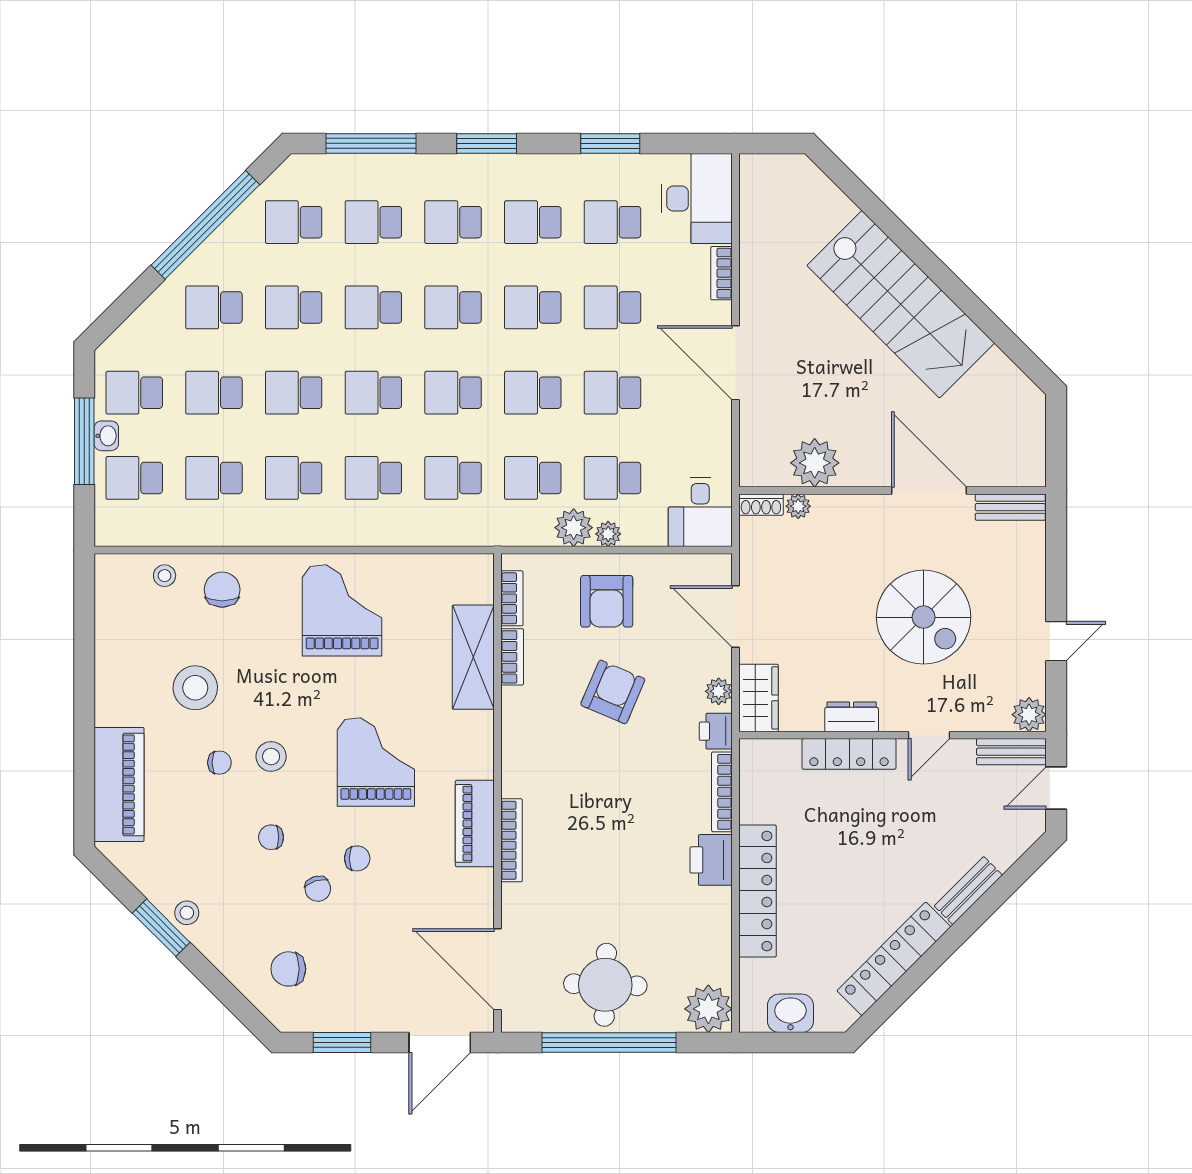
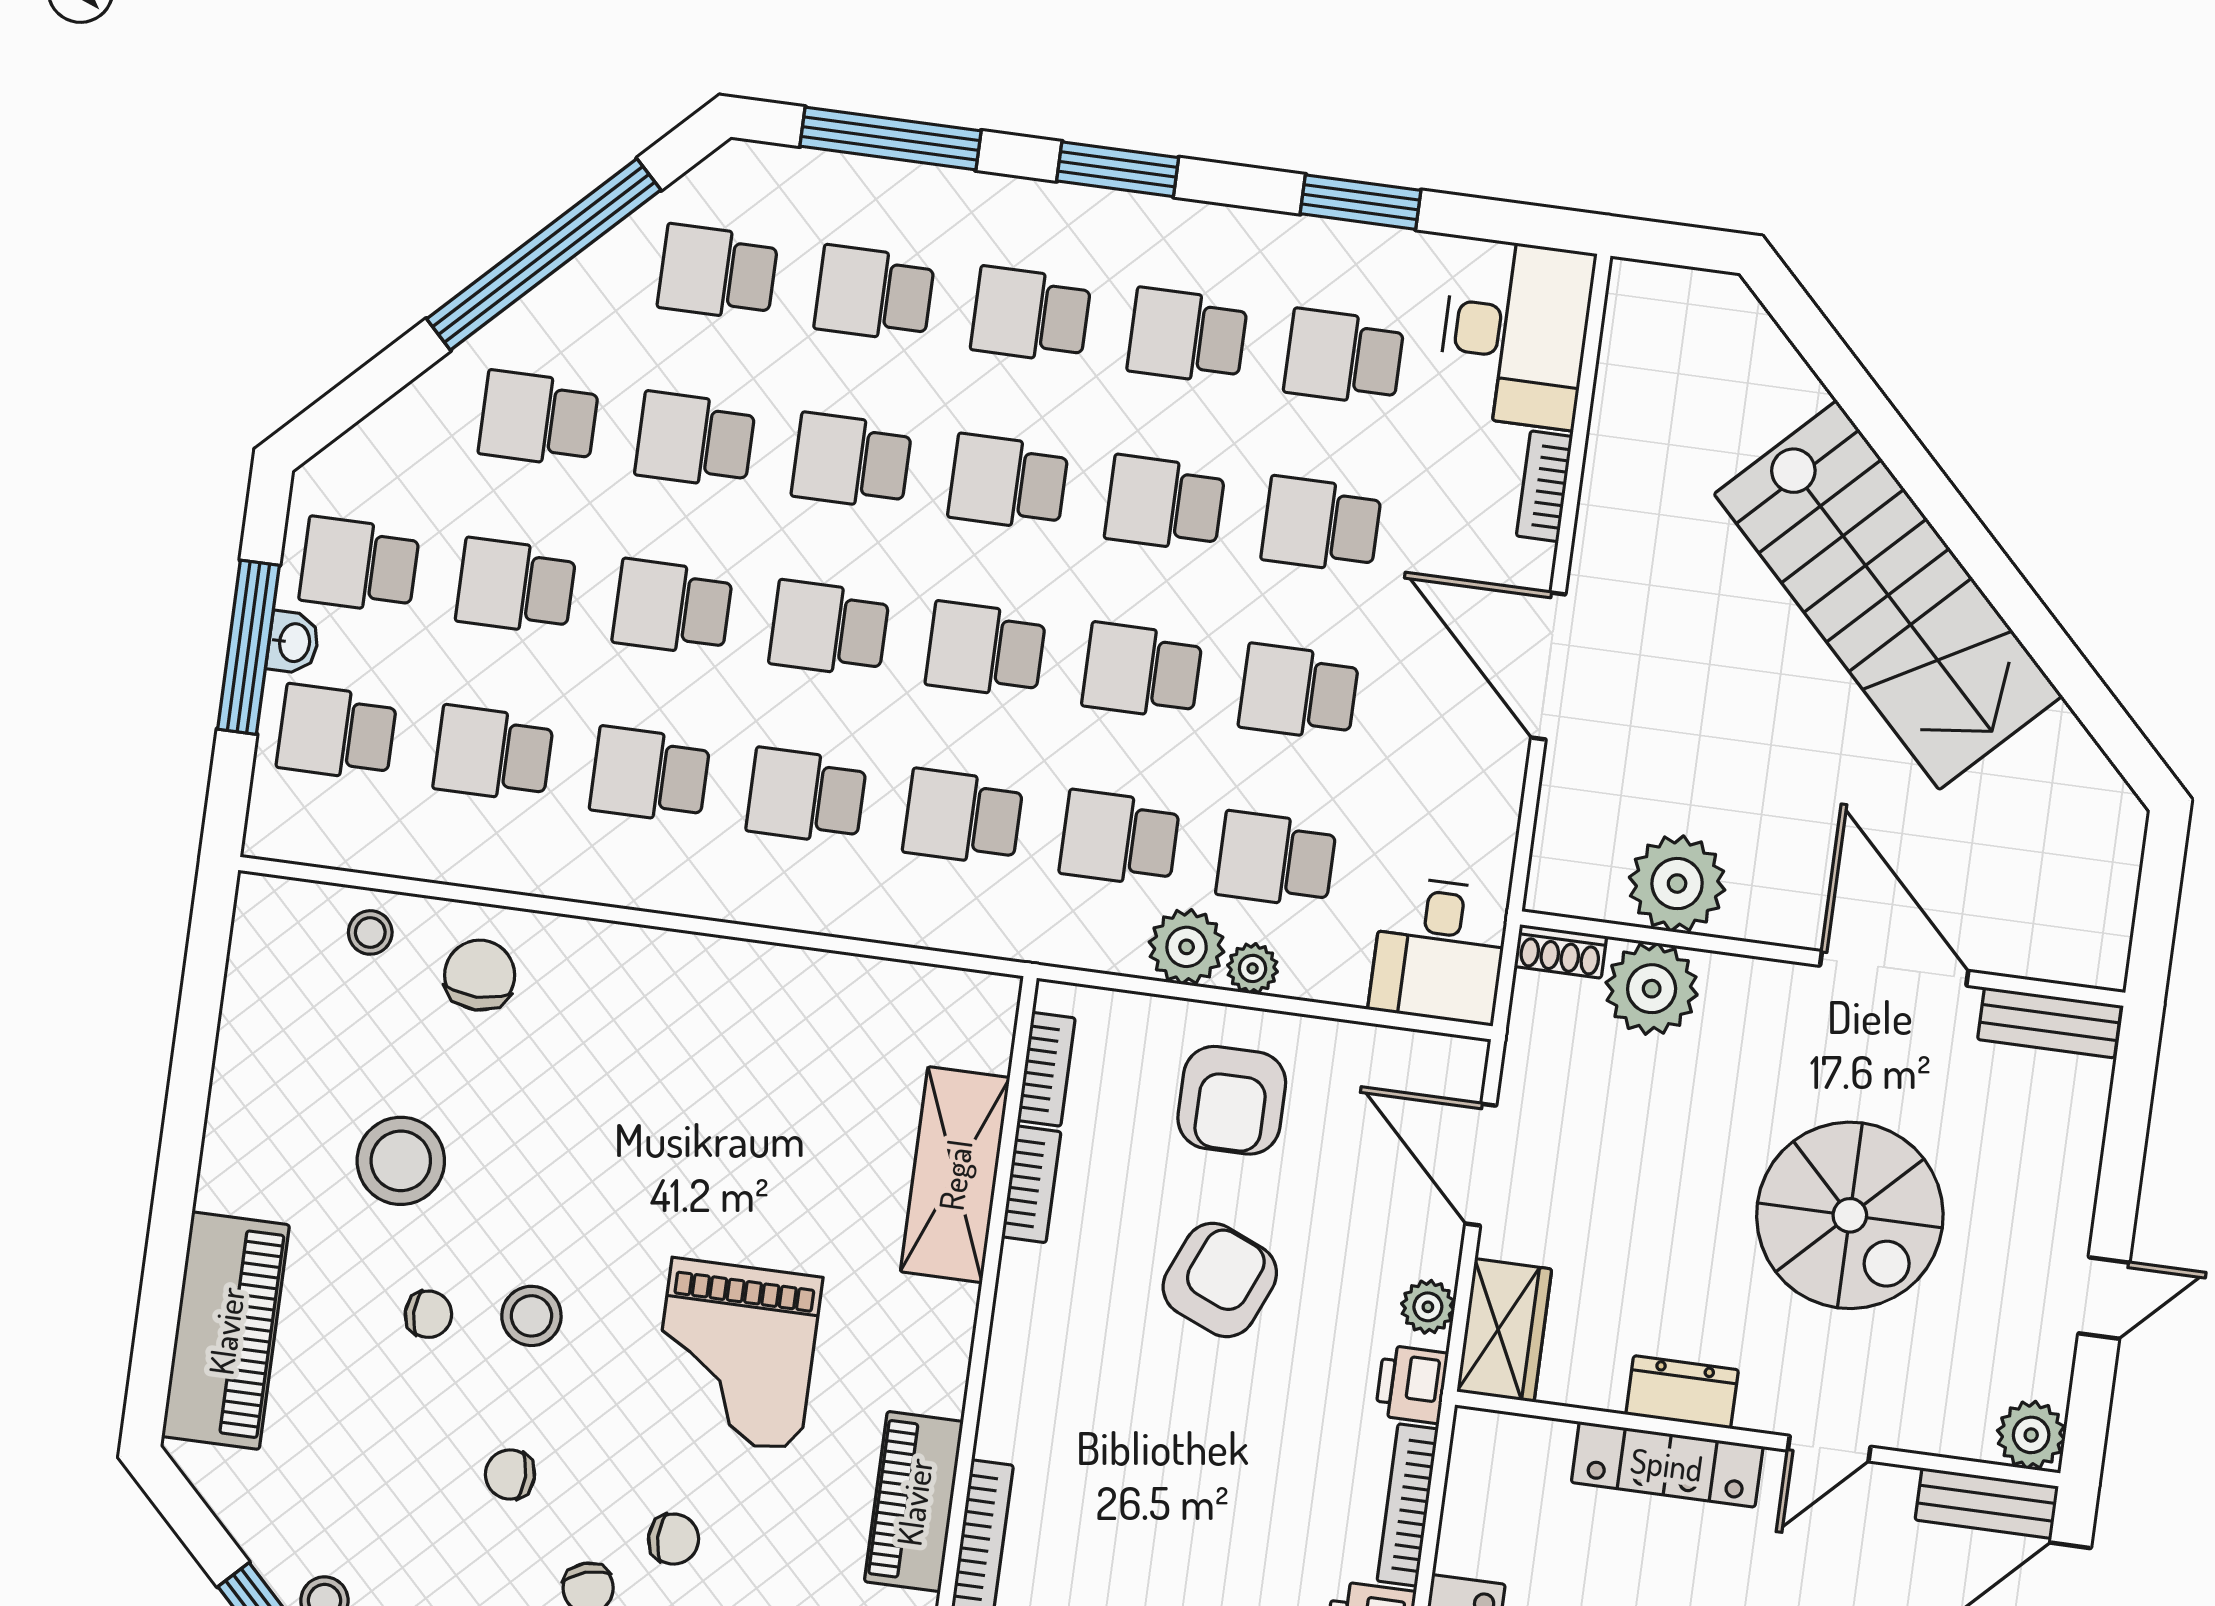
plant: (798, 506) -> (1652, 989), width x1.88, depth x1.88
grand piano: (342, 610) -> (710, 1048), removed
grand piano: (376, 762) -> (736, 1354), turned 180

